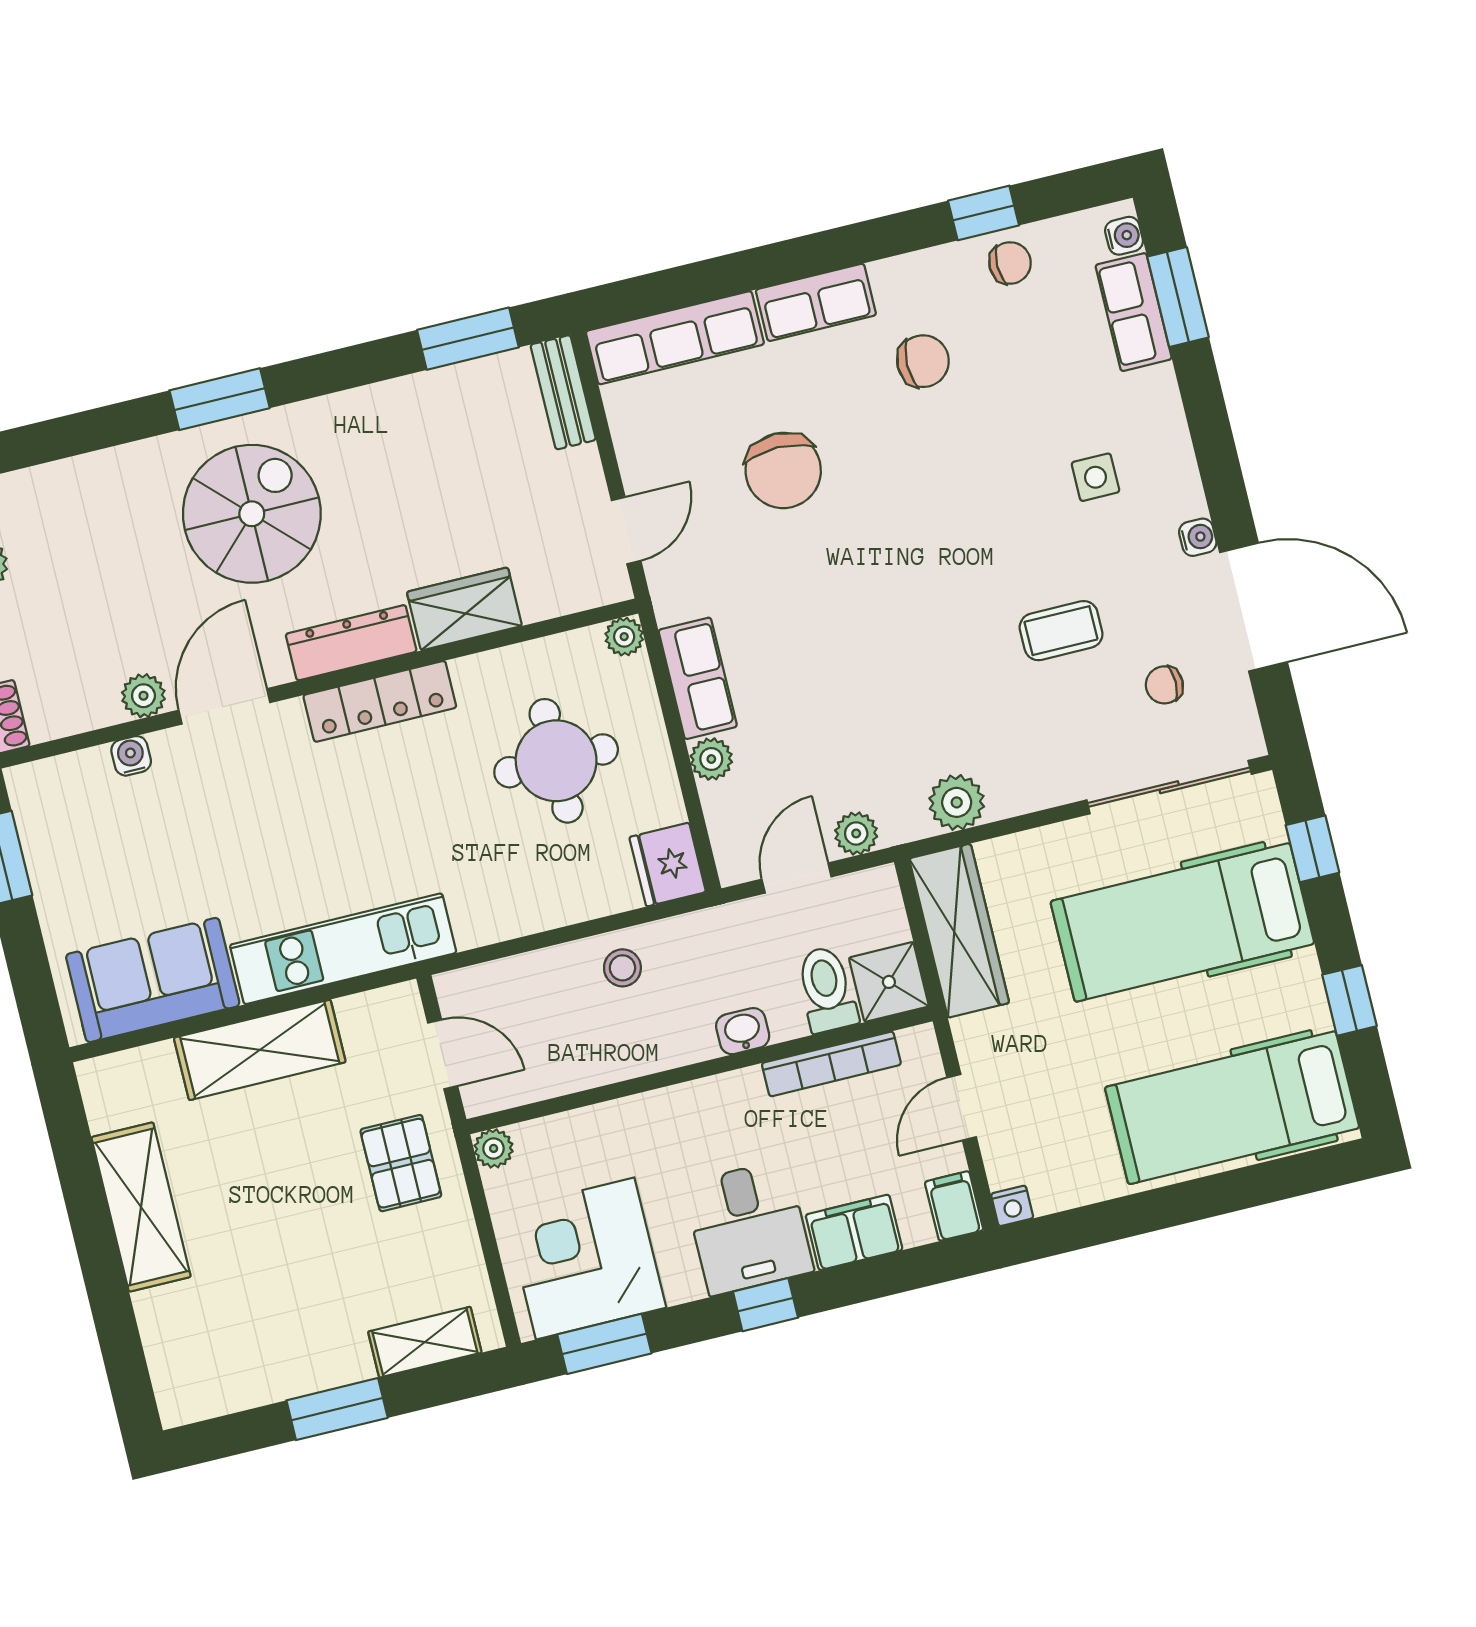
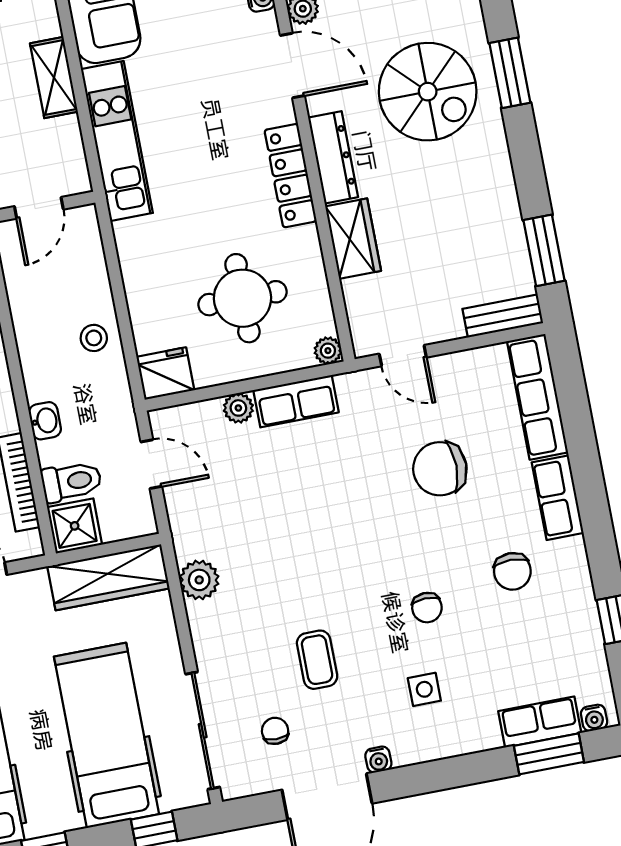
chair: (1010, 263) -> (427, 608), moved
plant: (856, 833) -> (181, 508), removed
shelving: (260, 1050) -> (54, 78), width x0.67, depth x0.75

